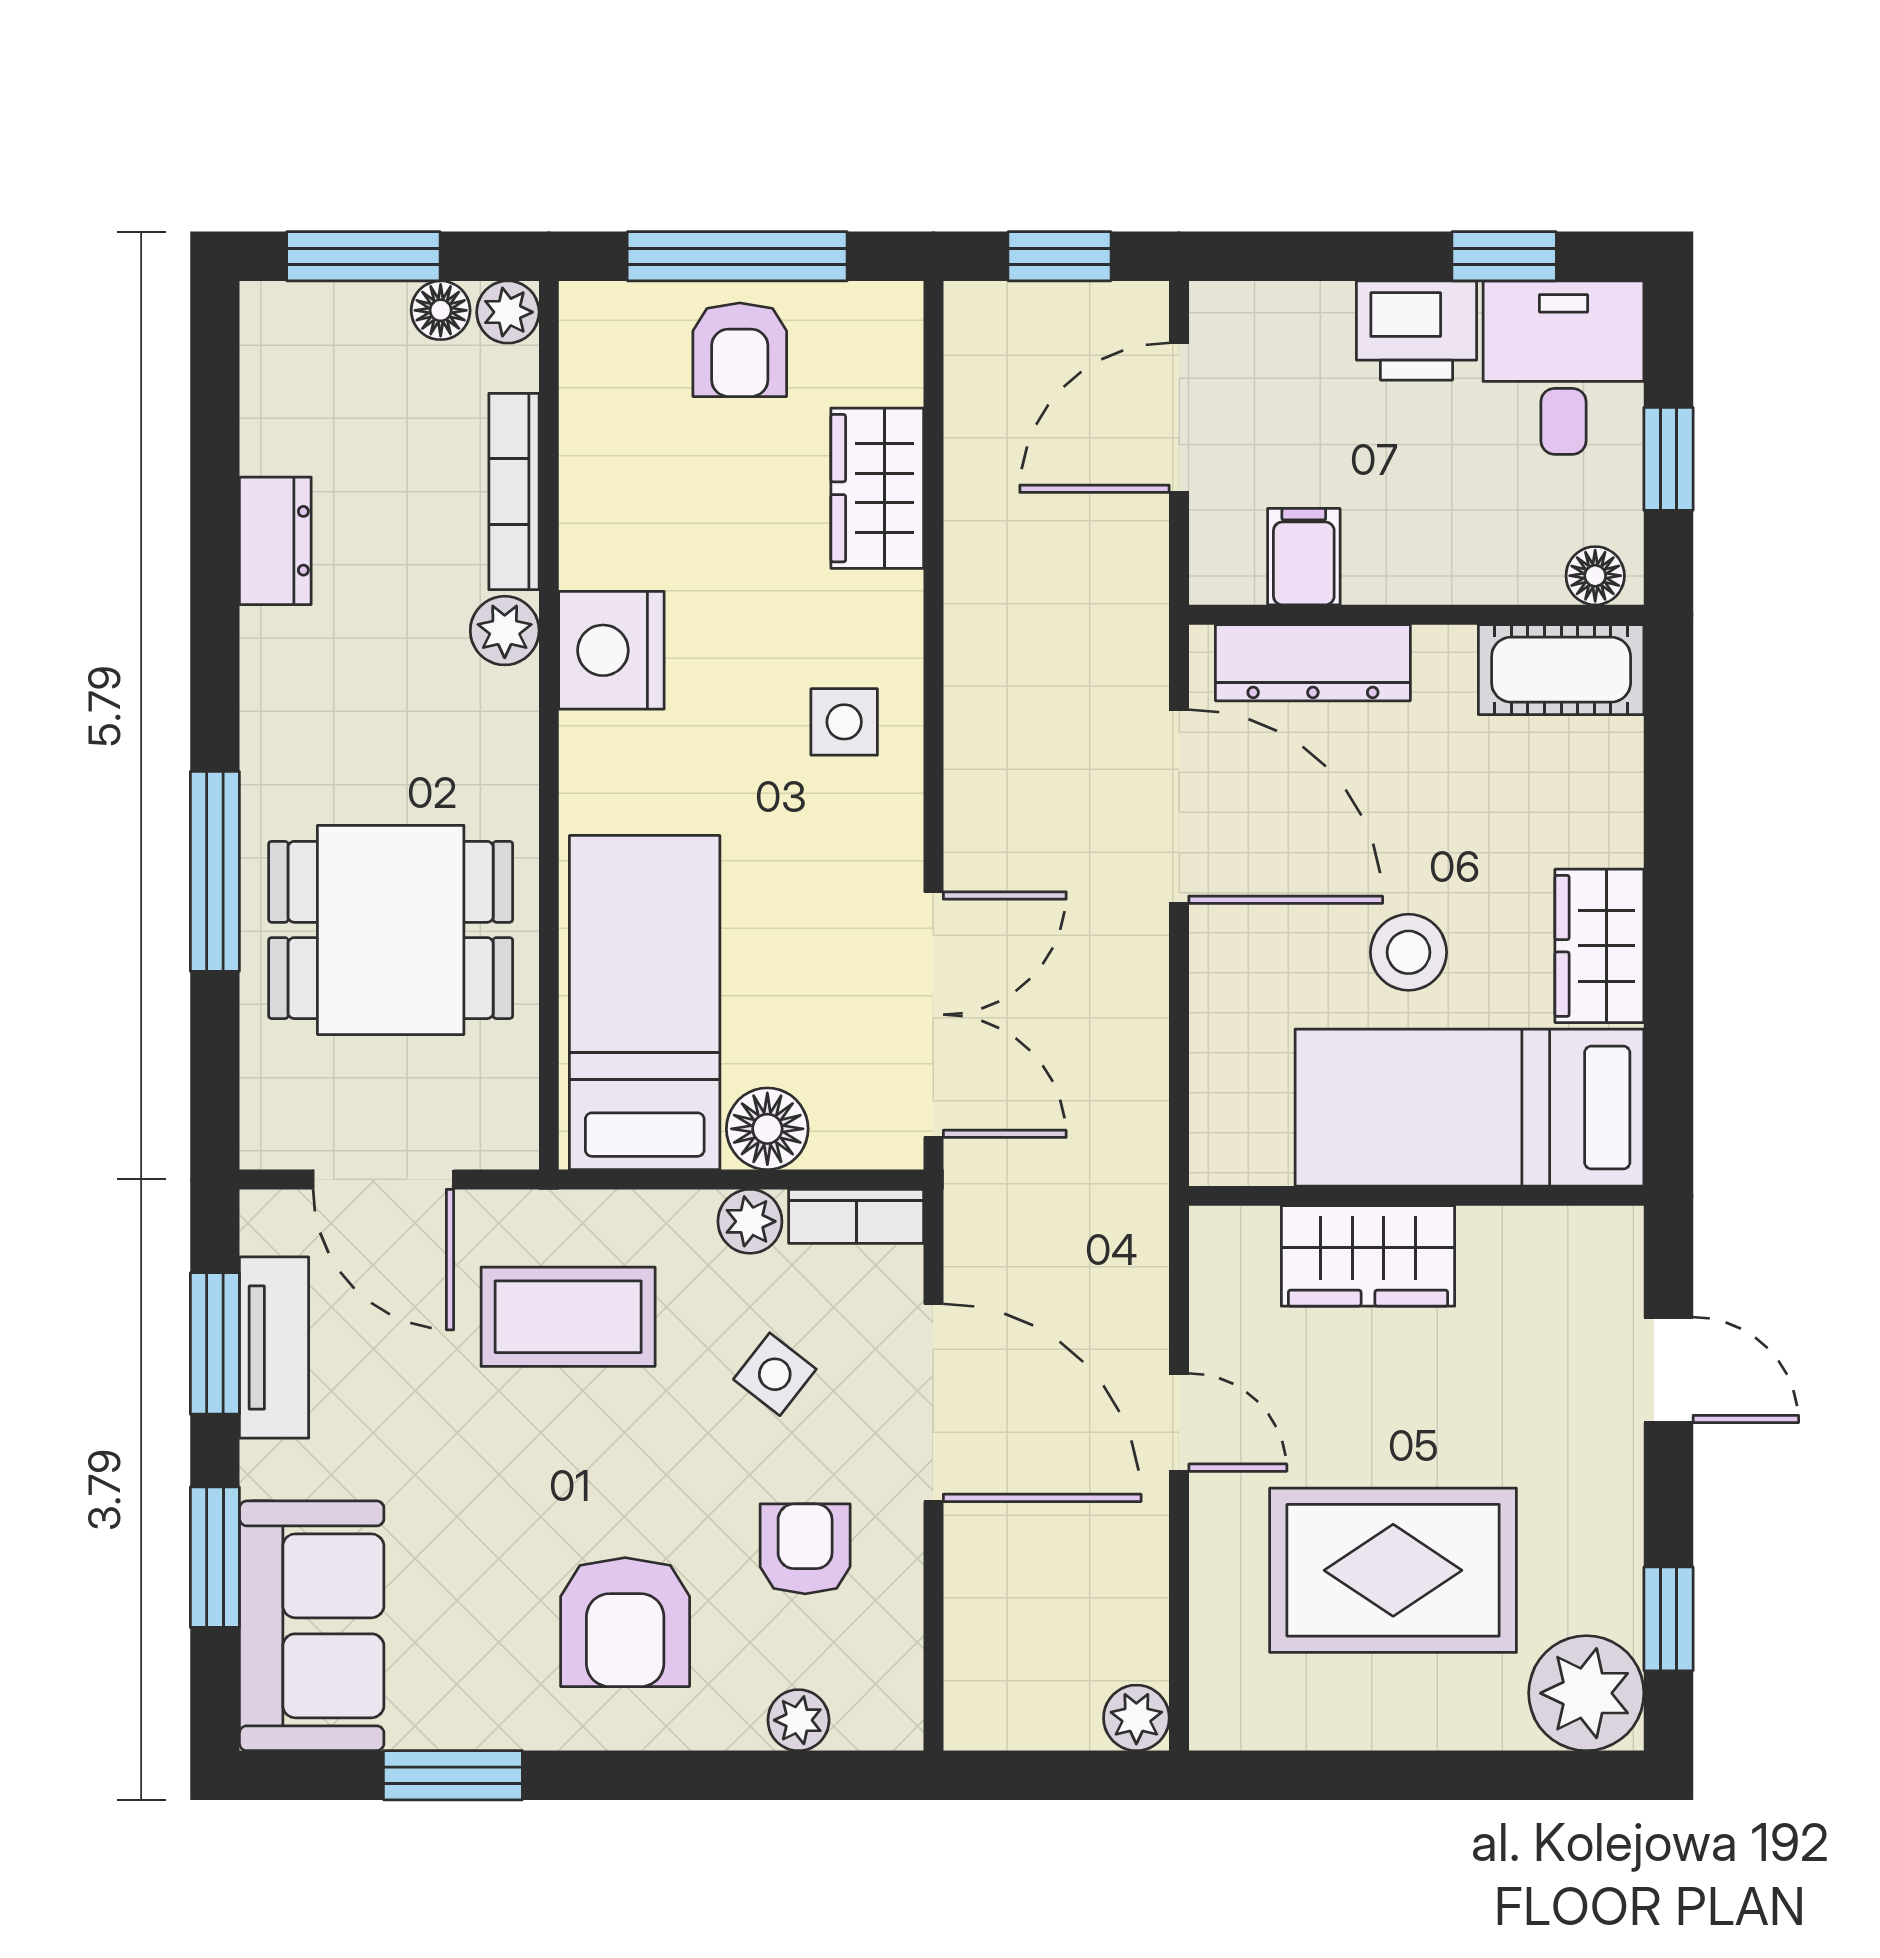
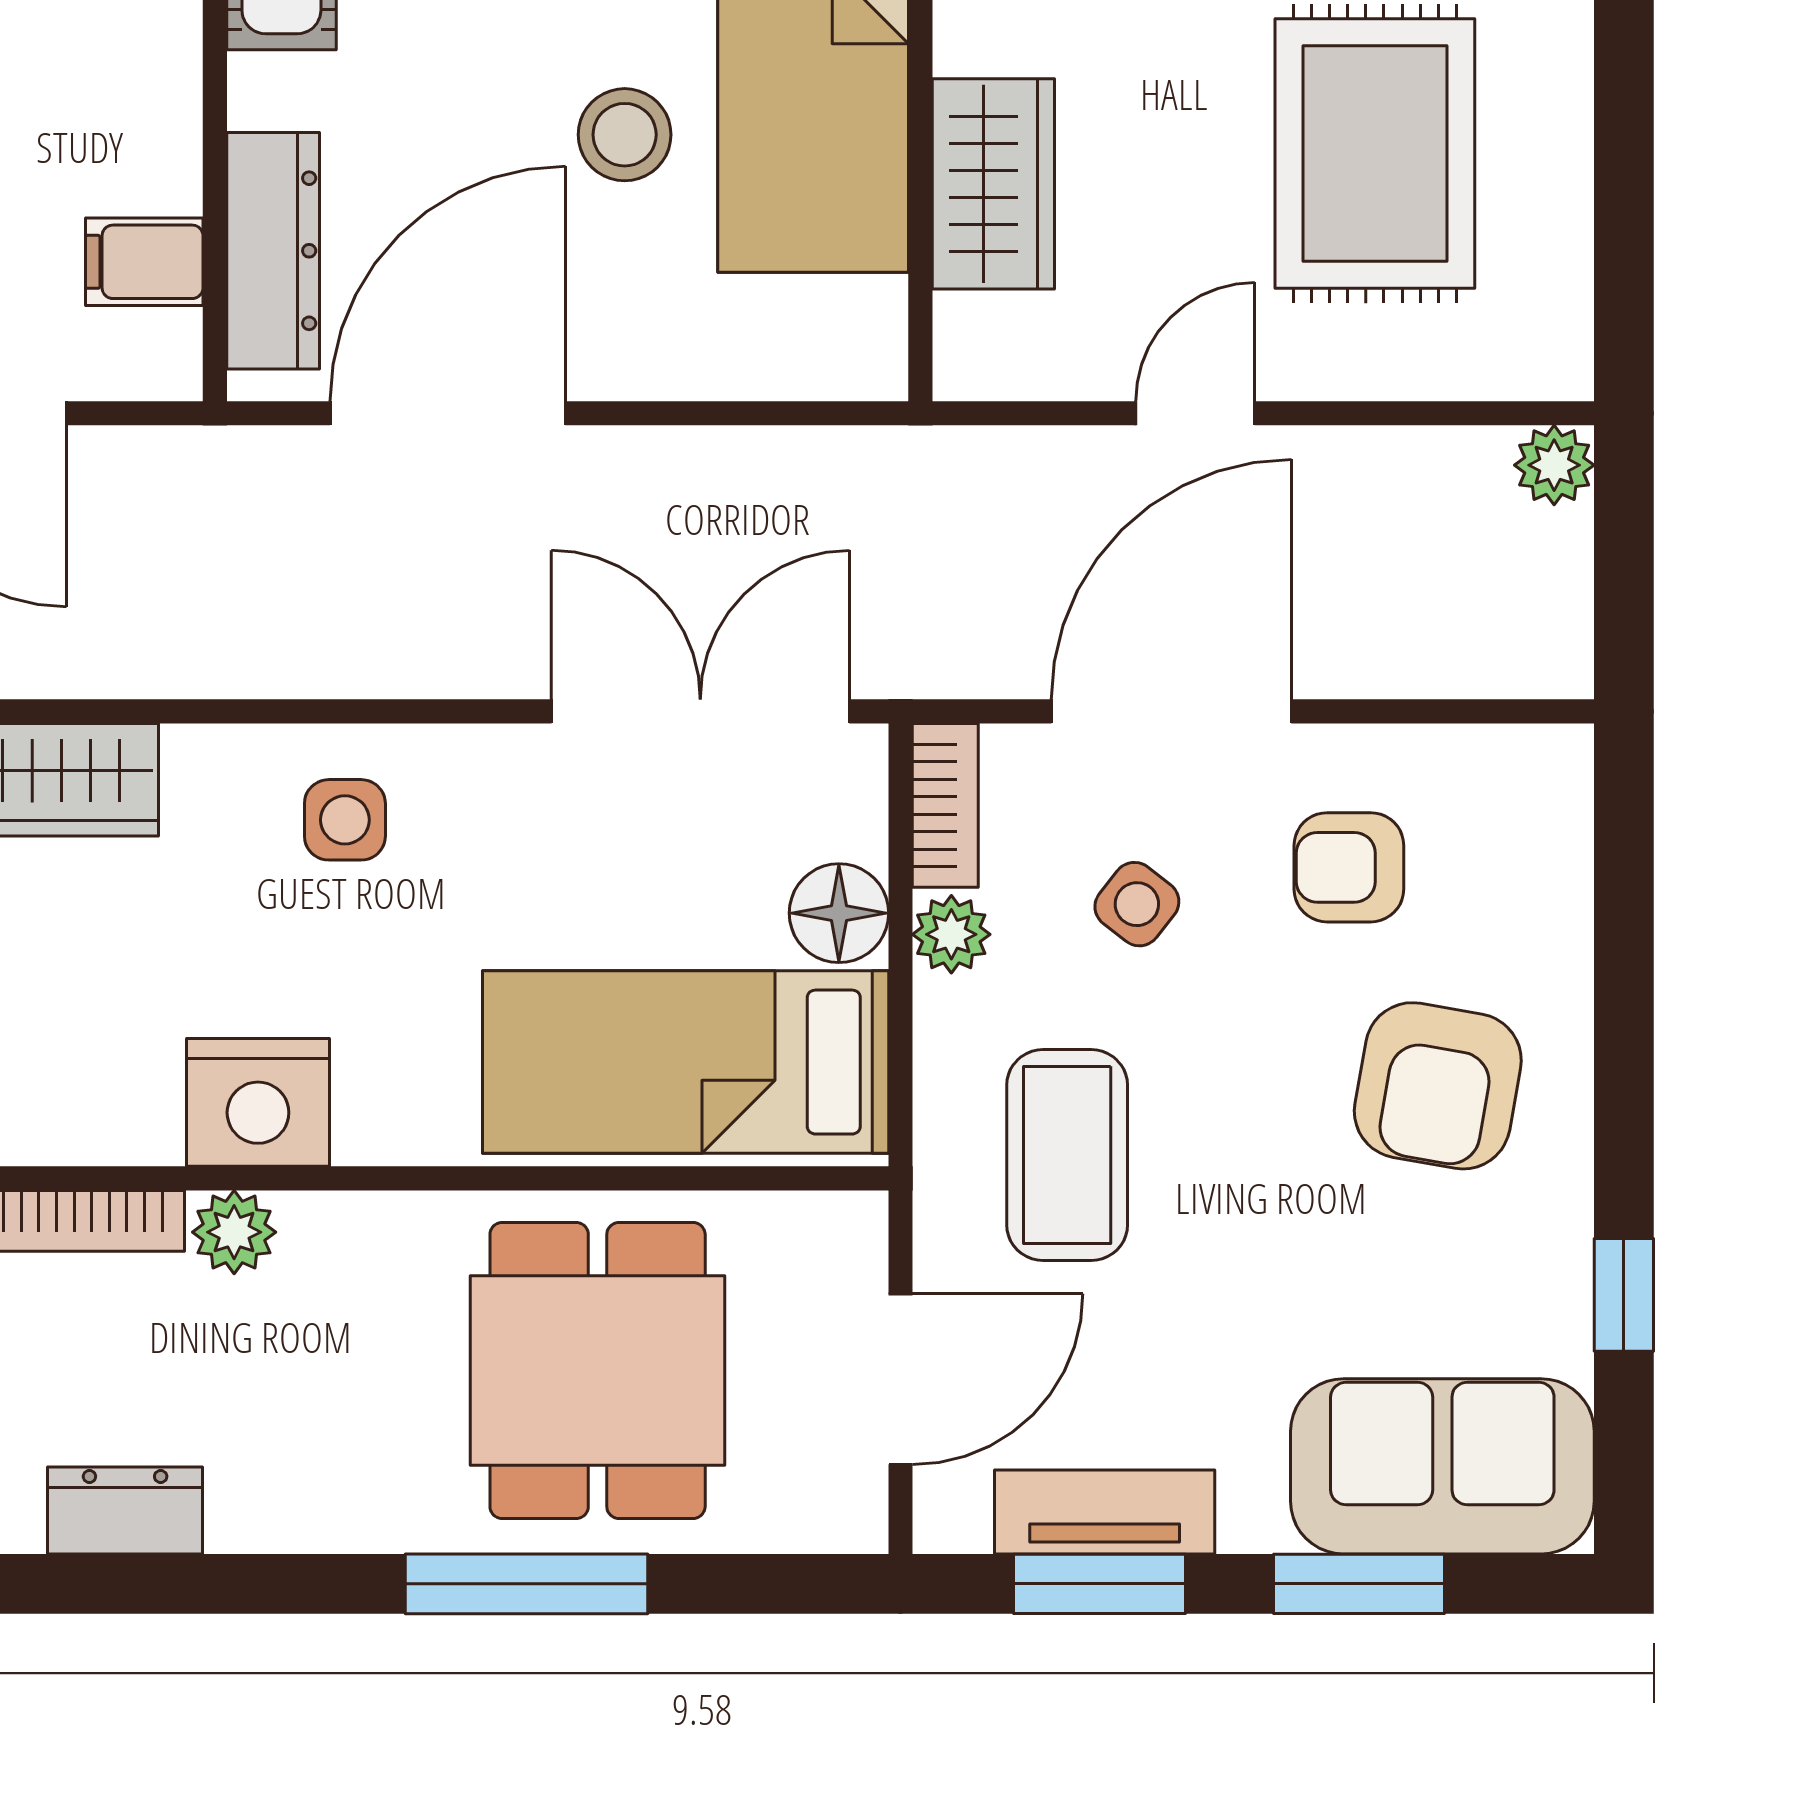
armchair: (625, 1622) -> (1438, 1086), turned 100
plant: (798, 1720) -> (1557, 875), removed
window: (453, 1775) -> (1624, 1295), width x0.67

